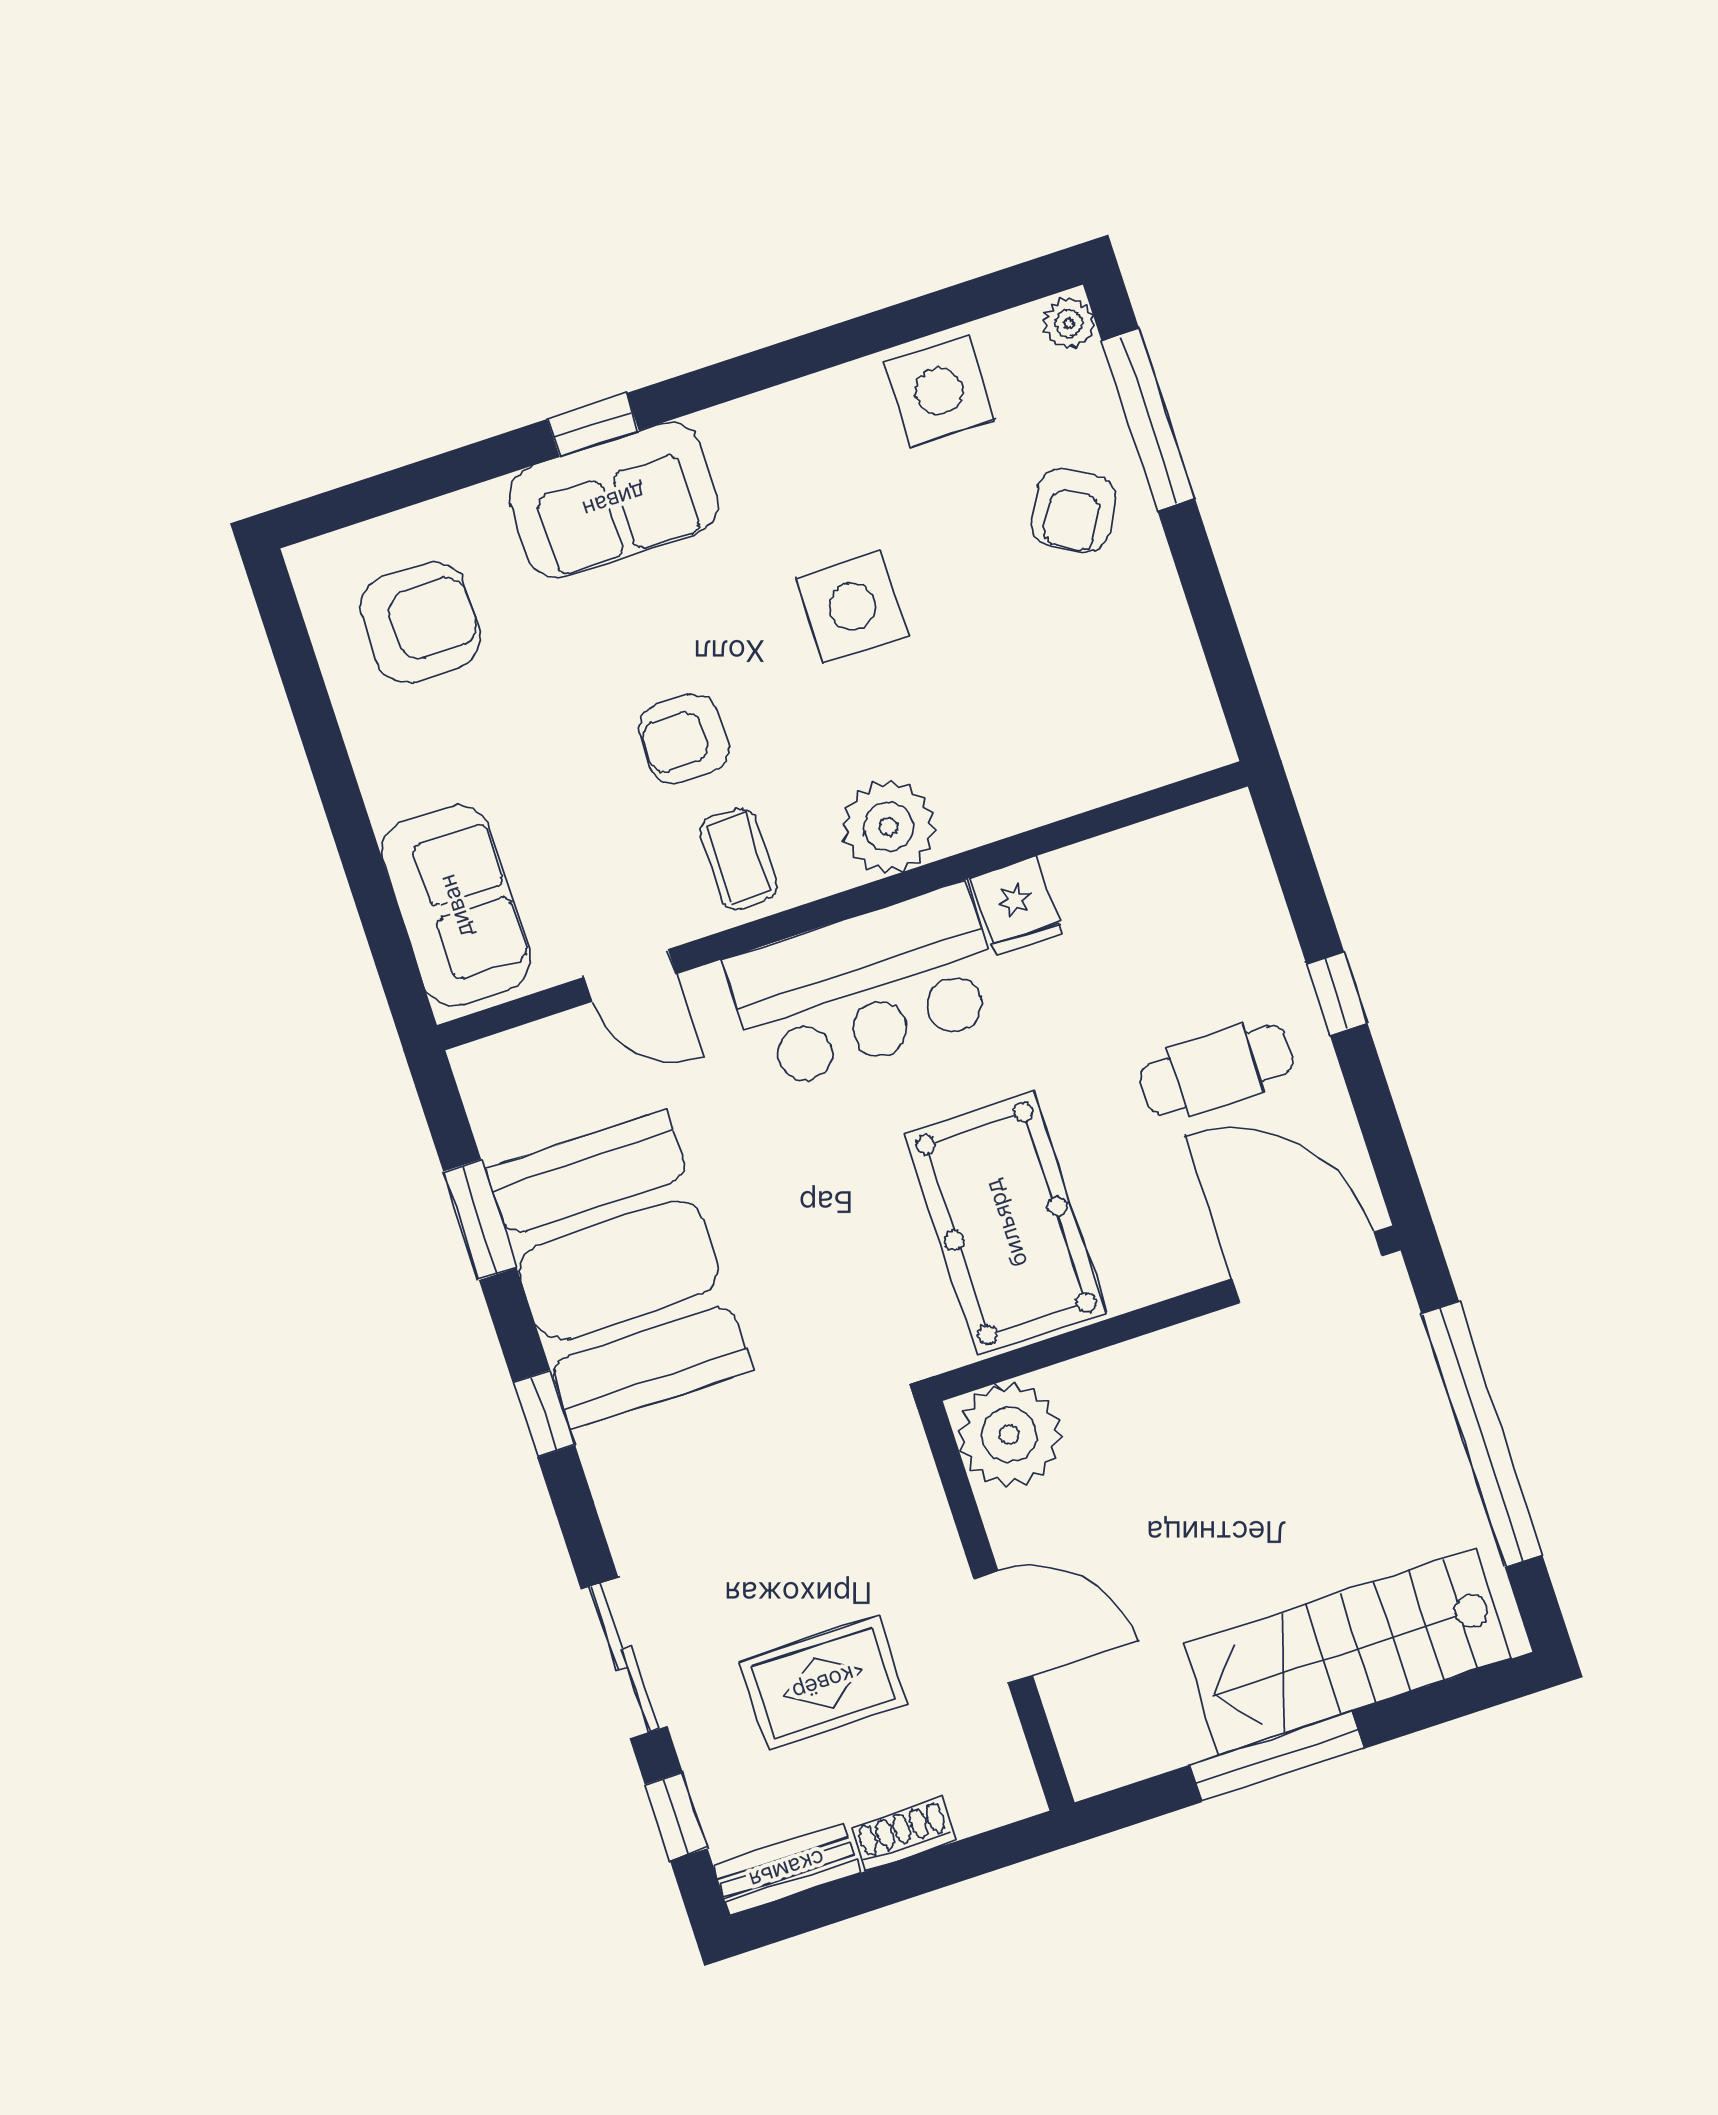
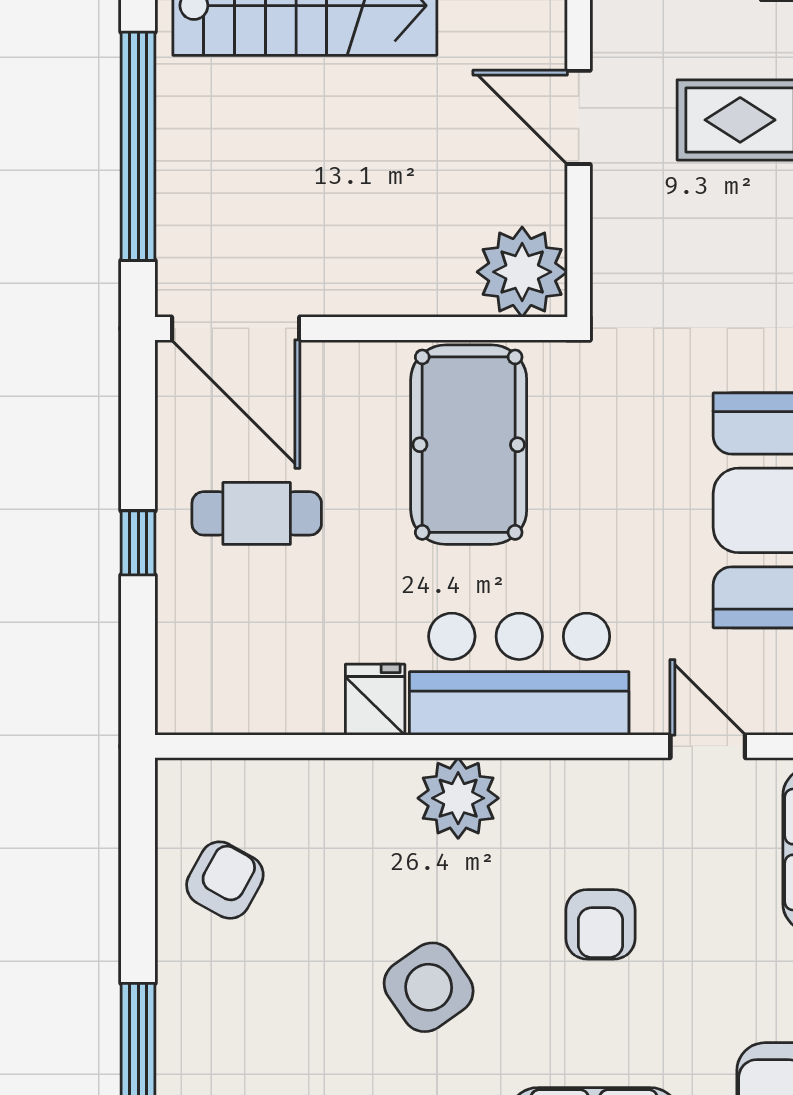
armchair: (1073, 511) -> (225, 880), moved
side table: (852, 606) -> (429, 987), turned -35
armchair: (684, 739) -> (601, 924), turned 90
coffee table: (738, 859) -> (588, 812), removed

